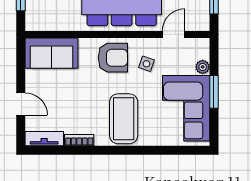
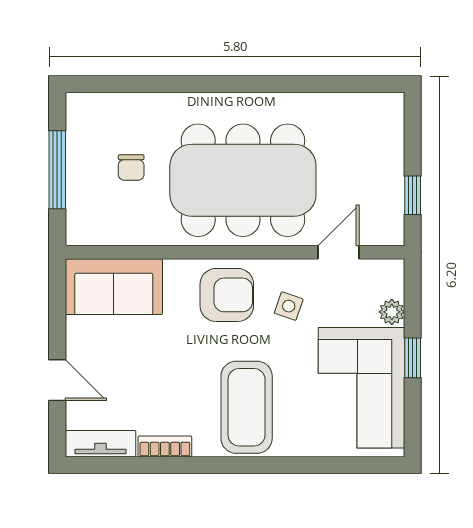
window: (214, 92) -> (413, 358), width x0.67

